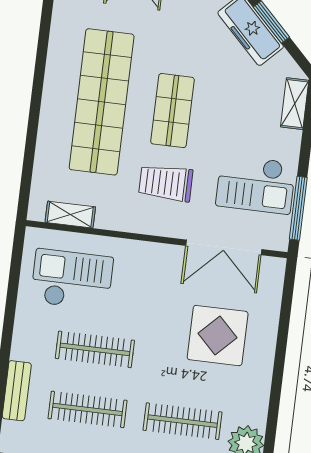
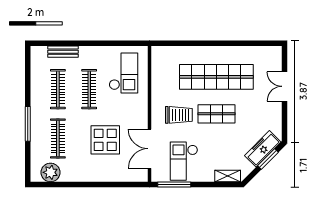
trolley: (166, 183) -> (179, 115), turned 90
shelving: (70, 215) -> (157, 68), removed
display table: (218, 336) -> (105, 140), moved

